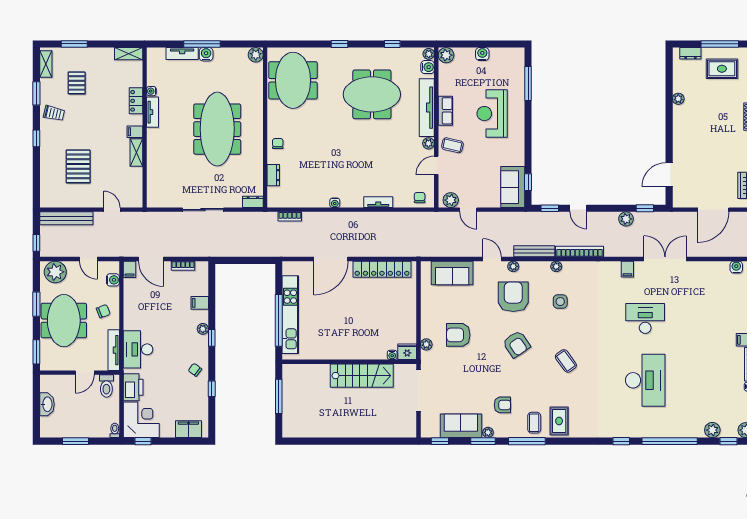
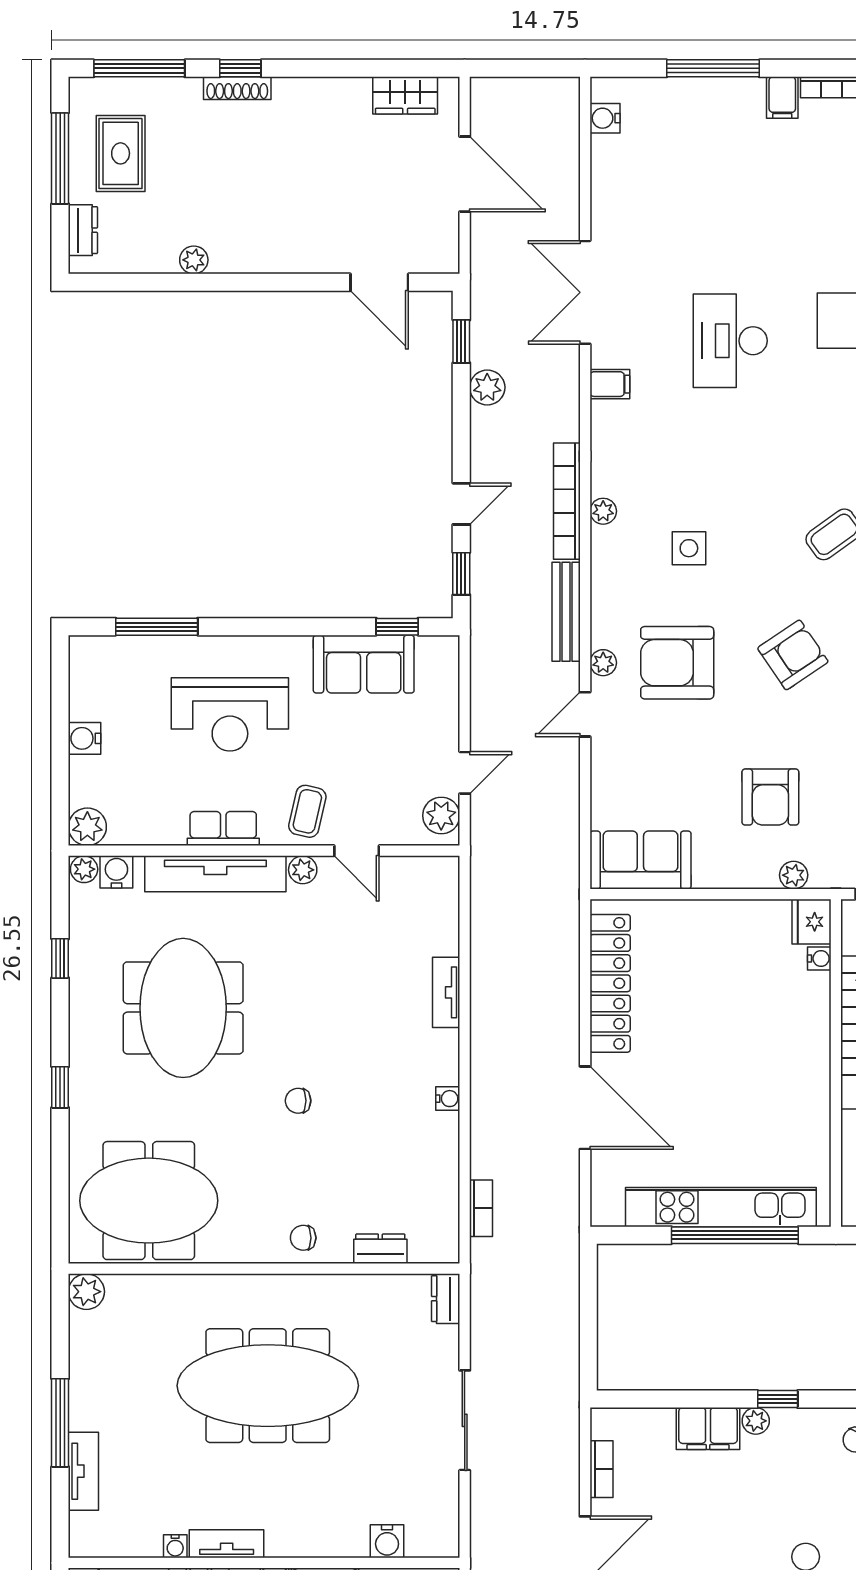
water cooler: (206, 54) -> (387, 1541), moved, turned -90
sofa: (513, 187) -> (364, 664), moved
chair: (420, 198) -> (298, 1101), moved
plant: (556, 266) -> (603, 511), moved
sofa: (452, 273) -> (640, 860), moved, turned -90
filing cabinet: (200, 303) -> (708, 1428), width x2.00

